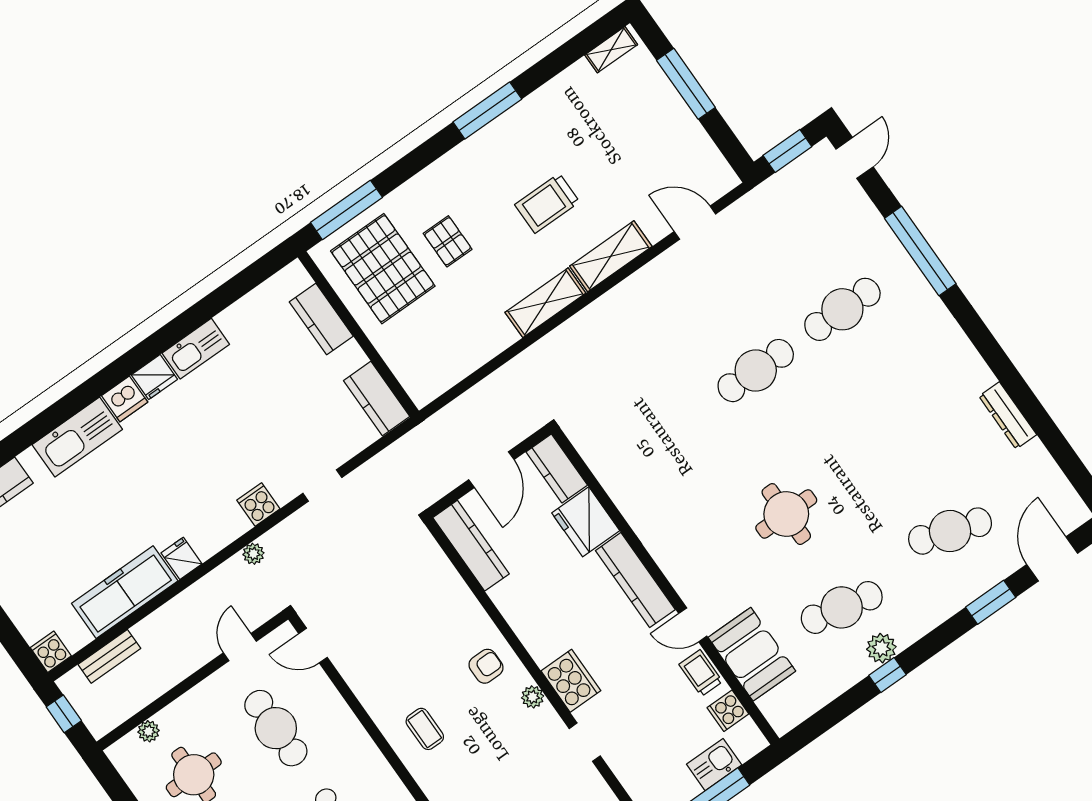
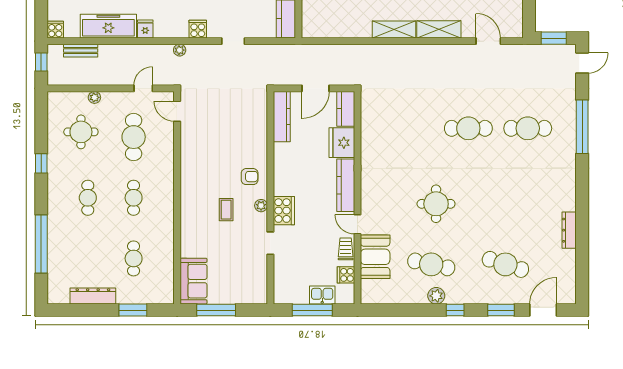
window: (887, 675) -> (455, 310), moved
coffee table: (425, 729) -> (226, 210), moved
plant: (149, 731) -> (94, 97), moved

